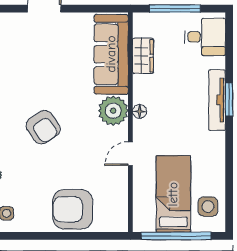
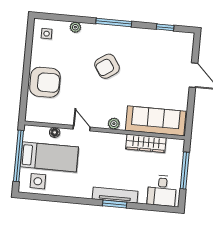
wardrobe: (143, 56) -> (146, 143), width x1.50
plant: (113, 111) -> (114, 124), width x0.53, depth x0.53
floor lamp: (140, 111) -> (55, 132), moved
armchair: (73, 209) -> (45, 82), turned 90

